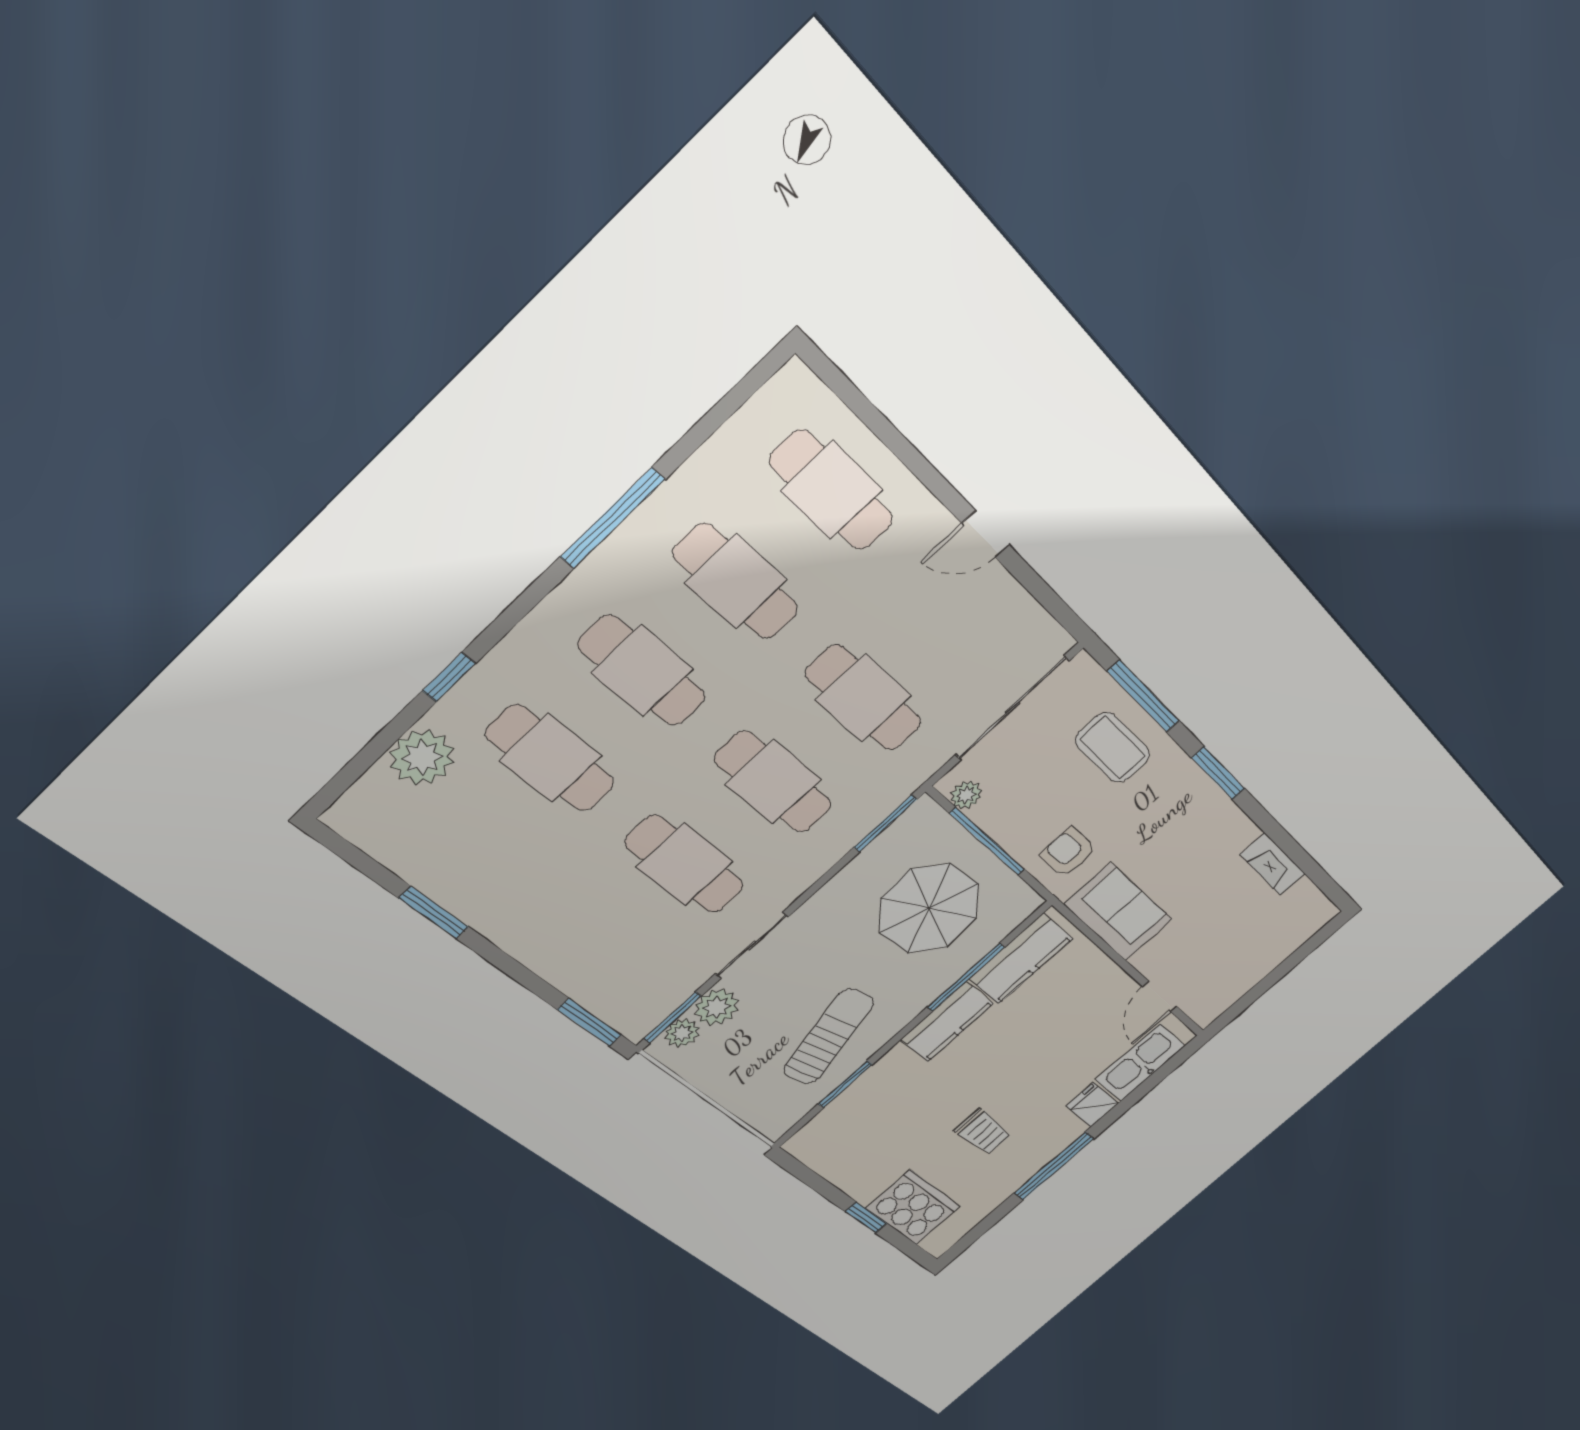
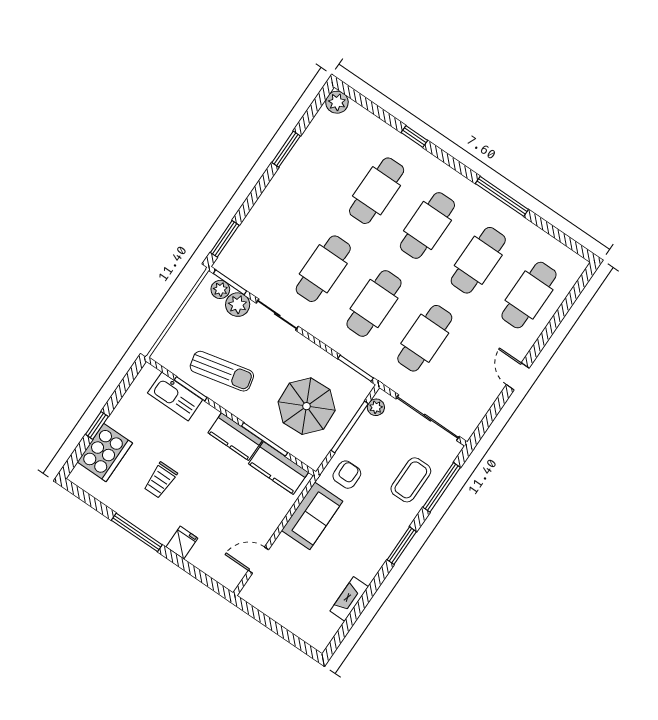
plant: (422, 757) -> (337, 102), moved, width x0.73, depth x0.73
kitchen sink: (1140, 1063) -> (175, 396), moved, turned 180

